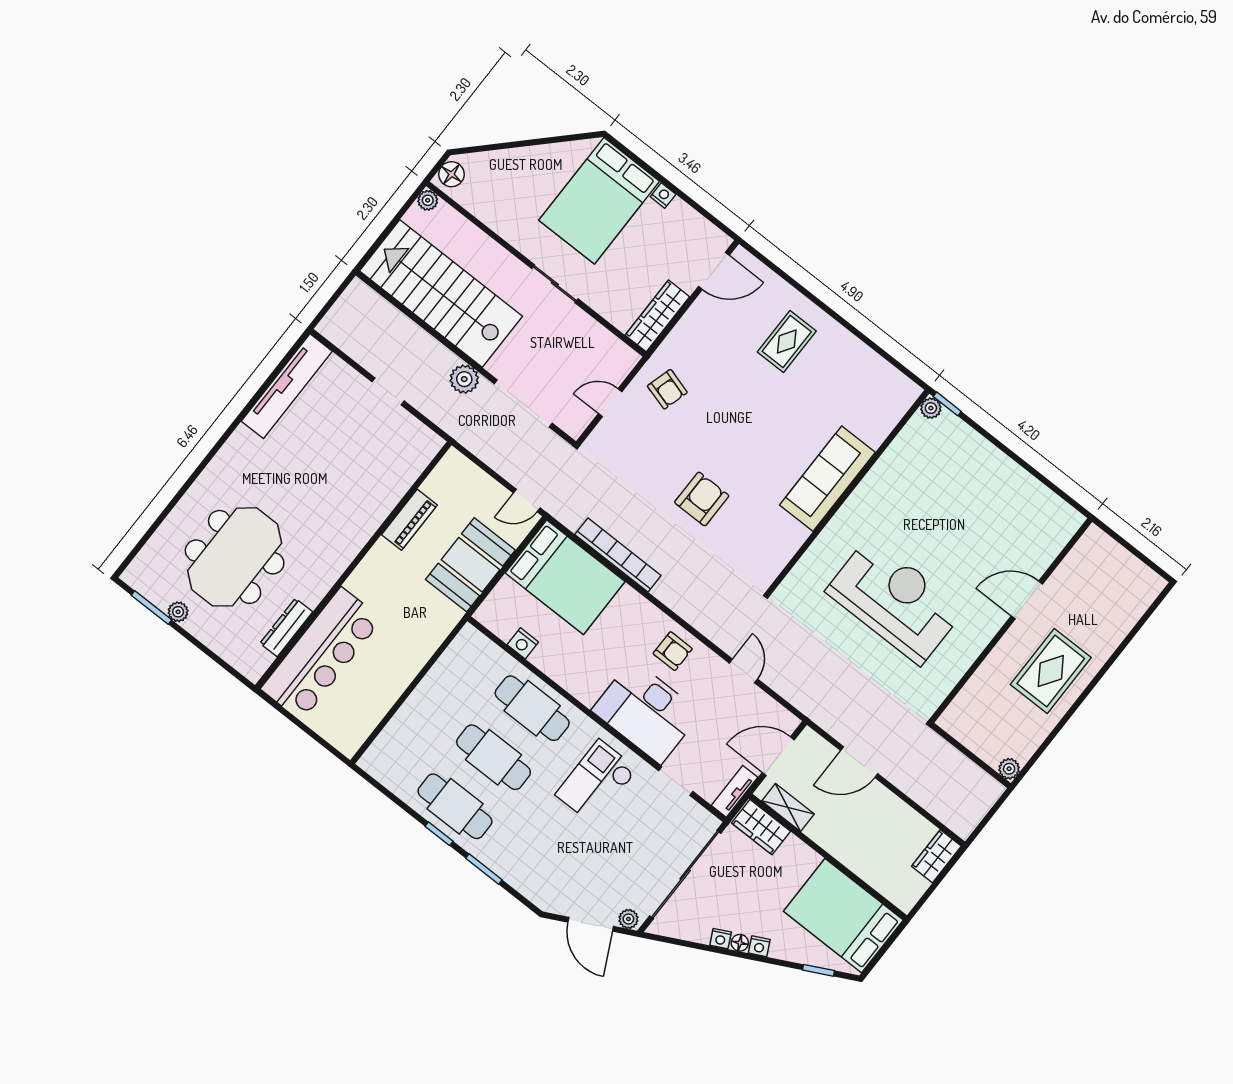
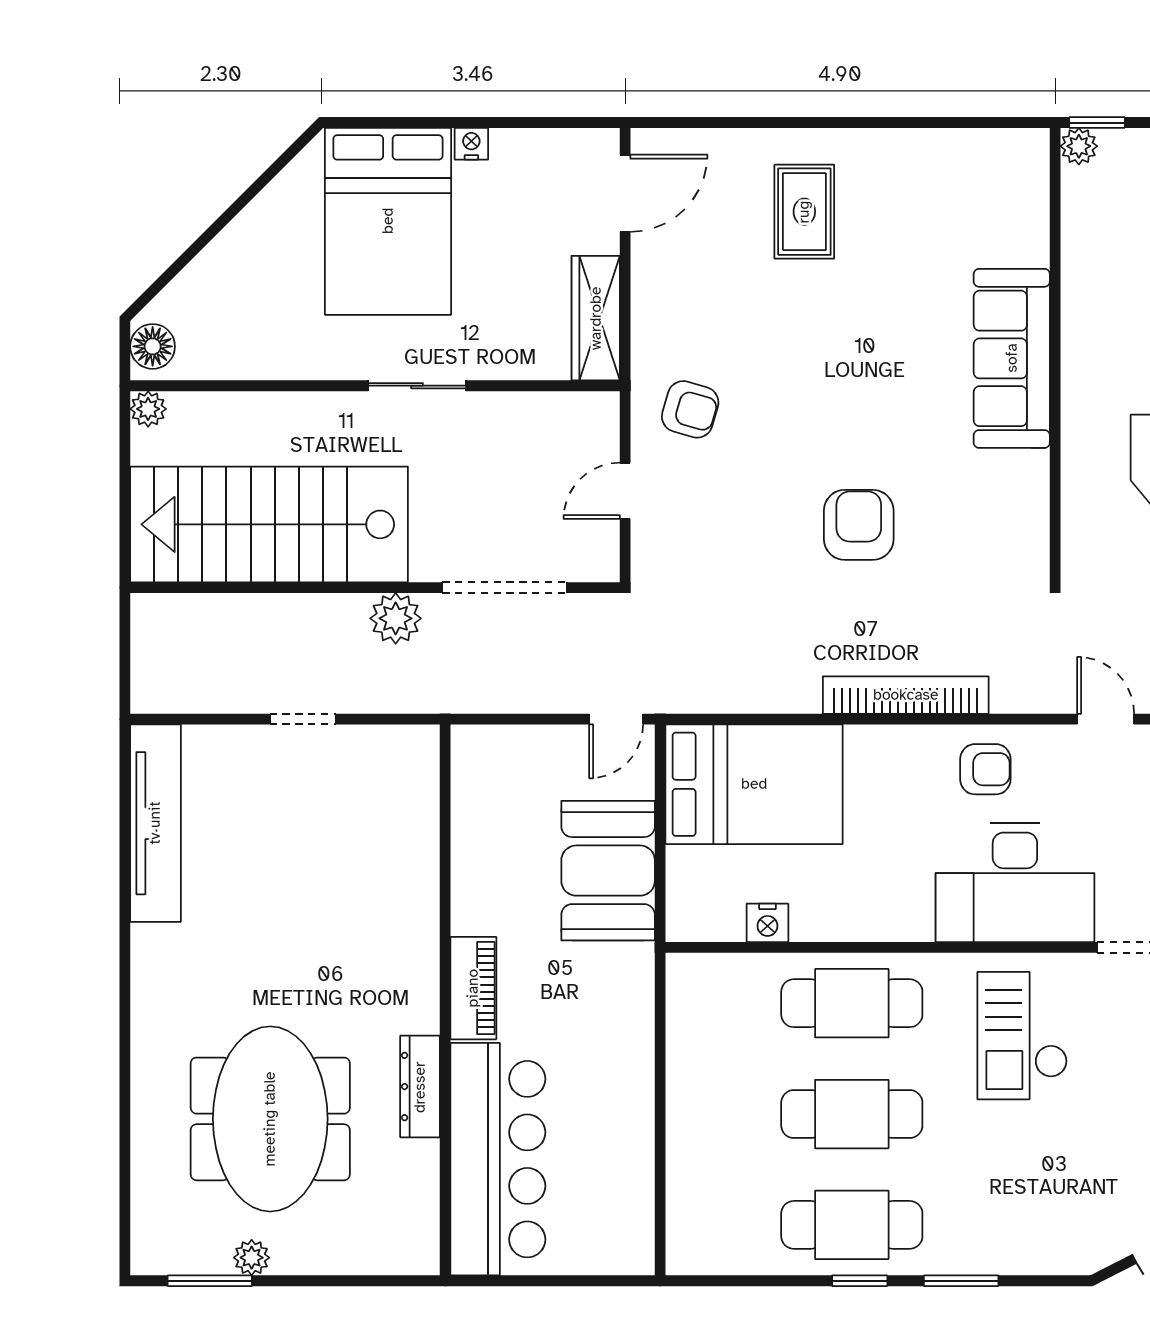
piano: (409, 520) -> (473, 988), moved
bookcase: (618, 555) -> (906, 695), moved
dresser: (286, 628) -> (420, 1087), moved

